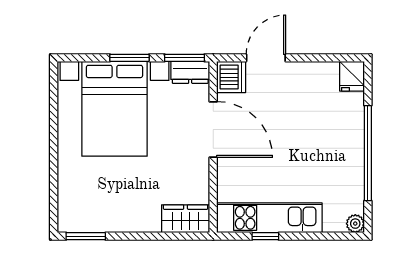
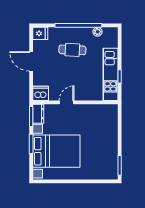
door: (266, 58) -> (31, 61), moved
door: (213, 129) -> (67, 102), width x0.53
cafe table: (319, 141) -> (72, 50), added
wardrobe: (186, 219) -> (111, 116), removed
plant: (355, 224) -> (97, 32), moved

